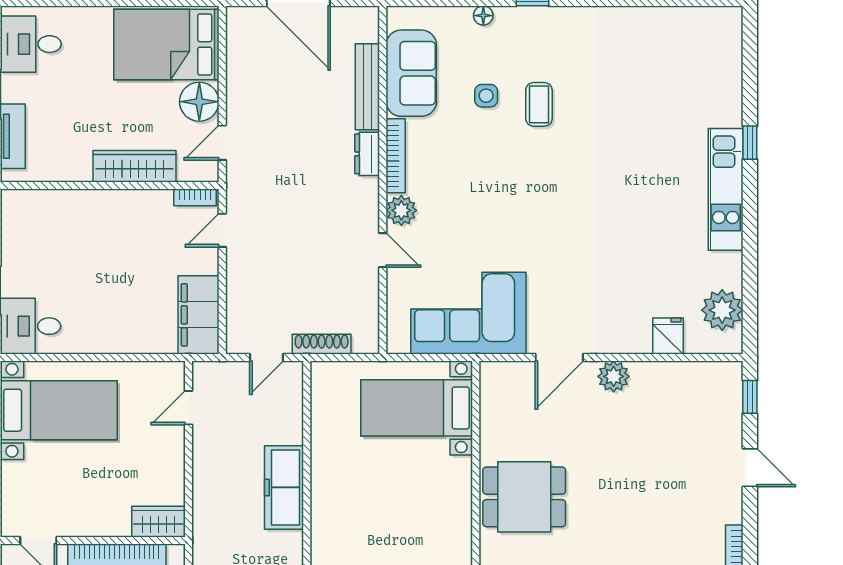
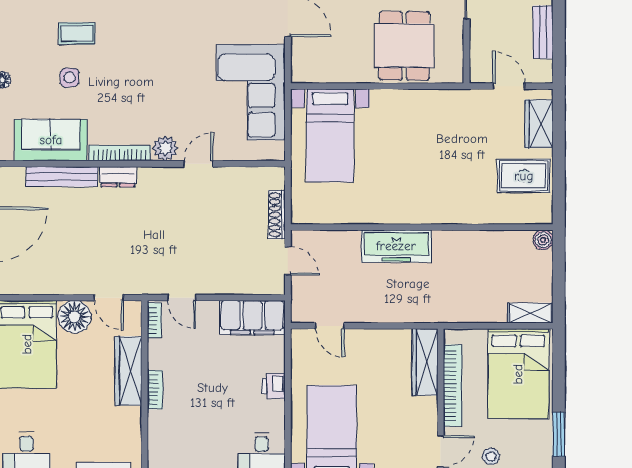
bookcase: (112, 198) -> (155, 390), added
printer: (116, 340) -> (273, 386), added
wardrobe: (158, 522) -> (425, 362), width x1.50

